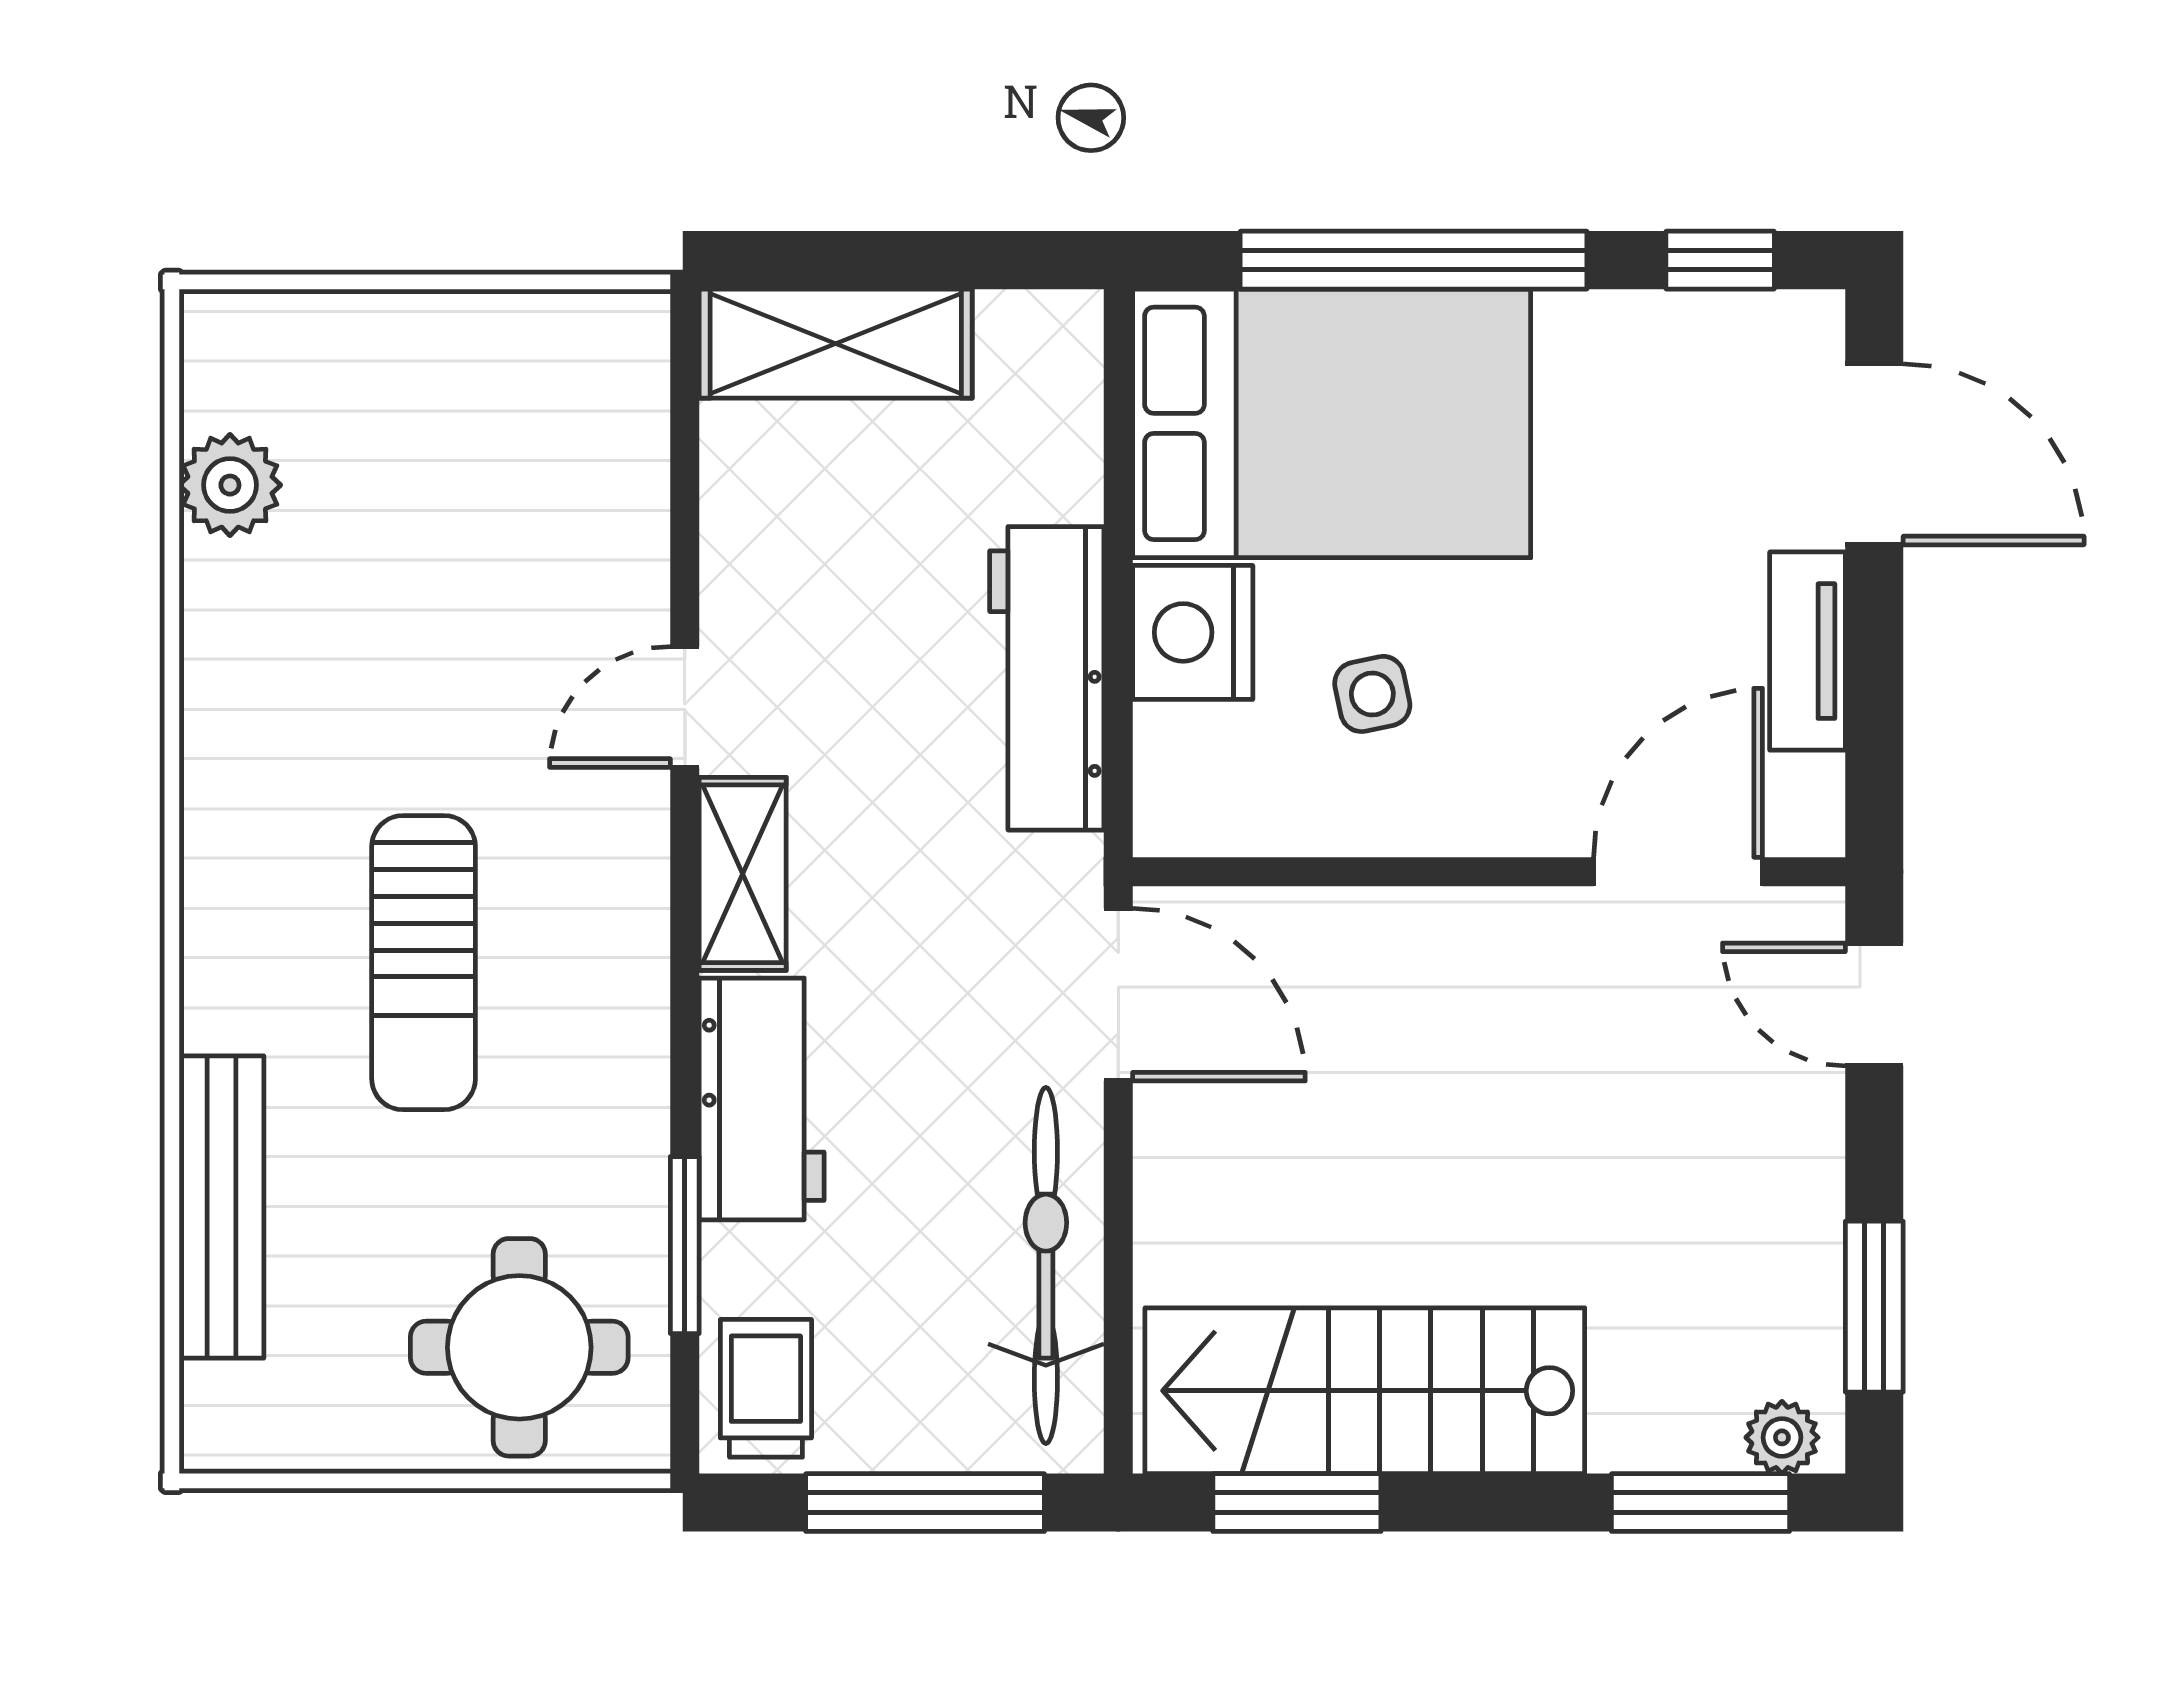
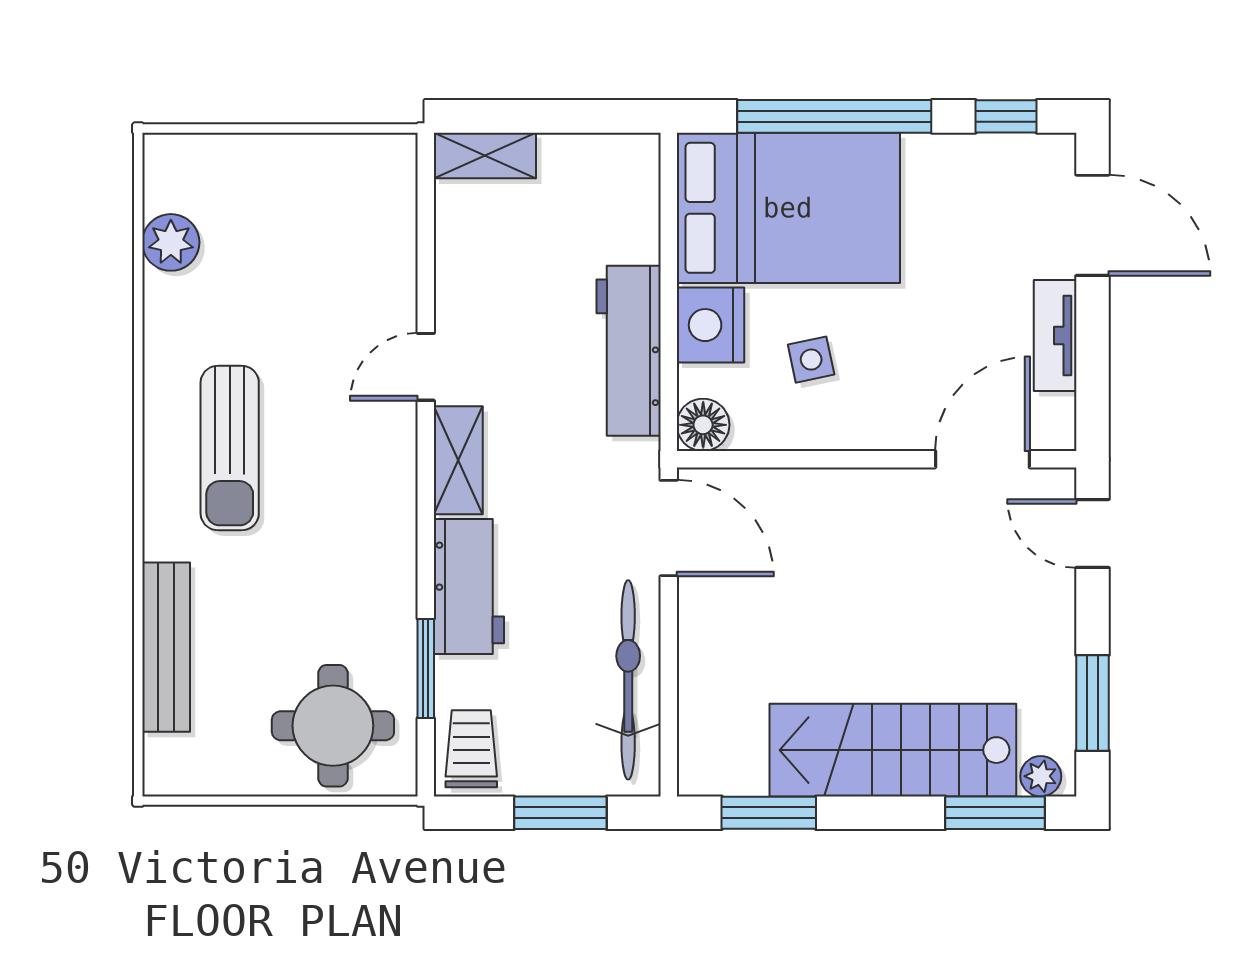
shelving: (836, 344) -> (485, 156), width x0.67, depth x0.75
floor lamp: (1180, 810) -> (703, 425), added
sun lounger: (424, 963) -> (230, 448), moved
stairs: (1365, 1391) -> (893, 750), moved
window: (925, 1503) -> (560, 813), width x0.69

